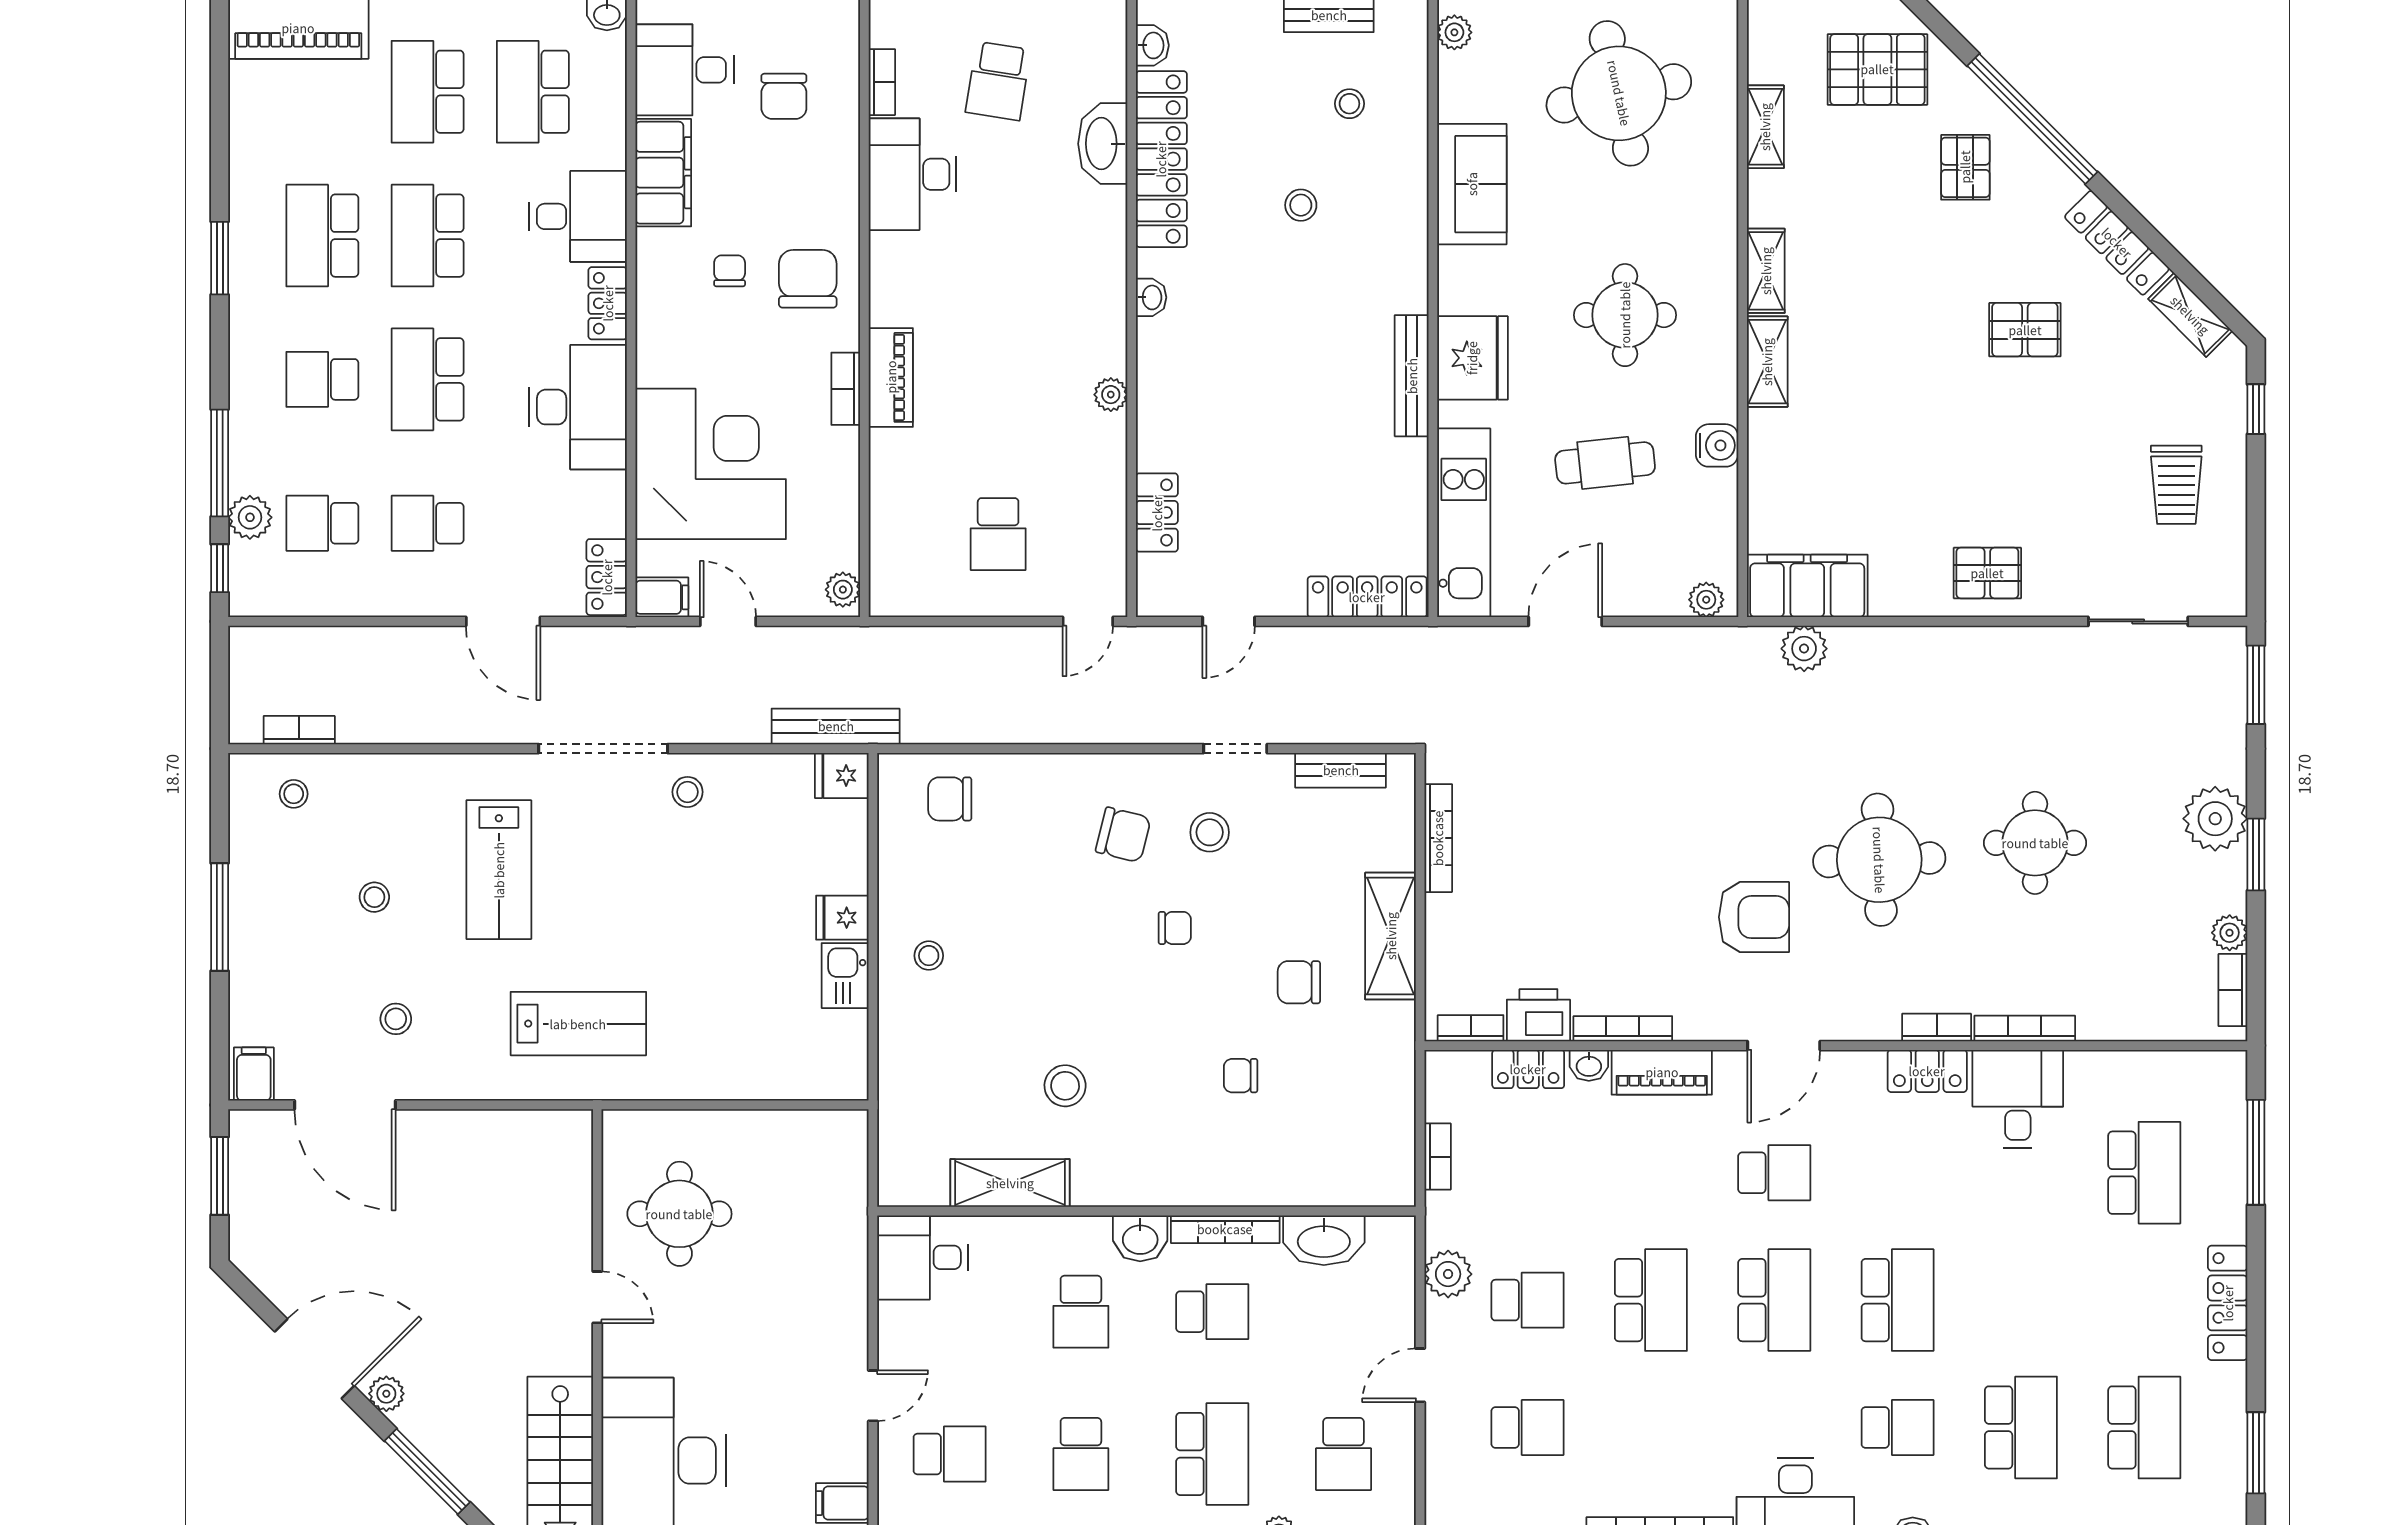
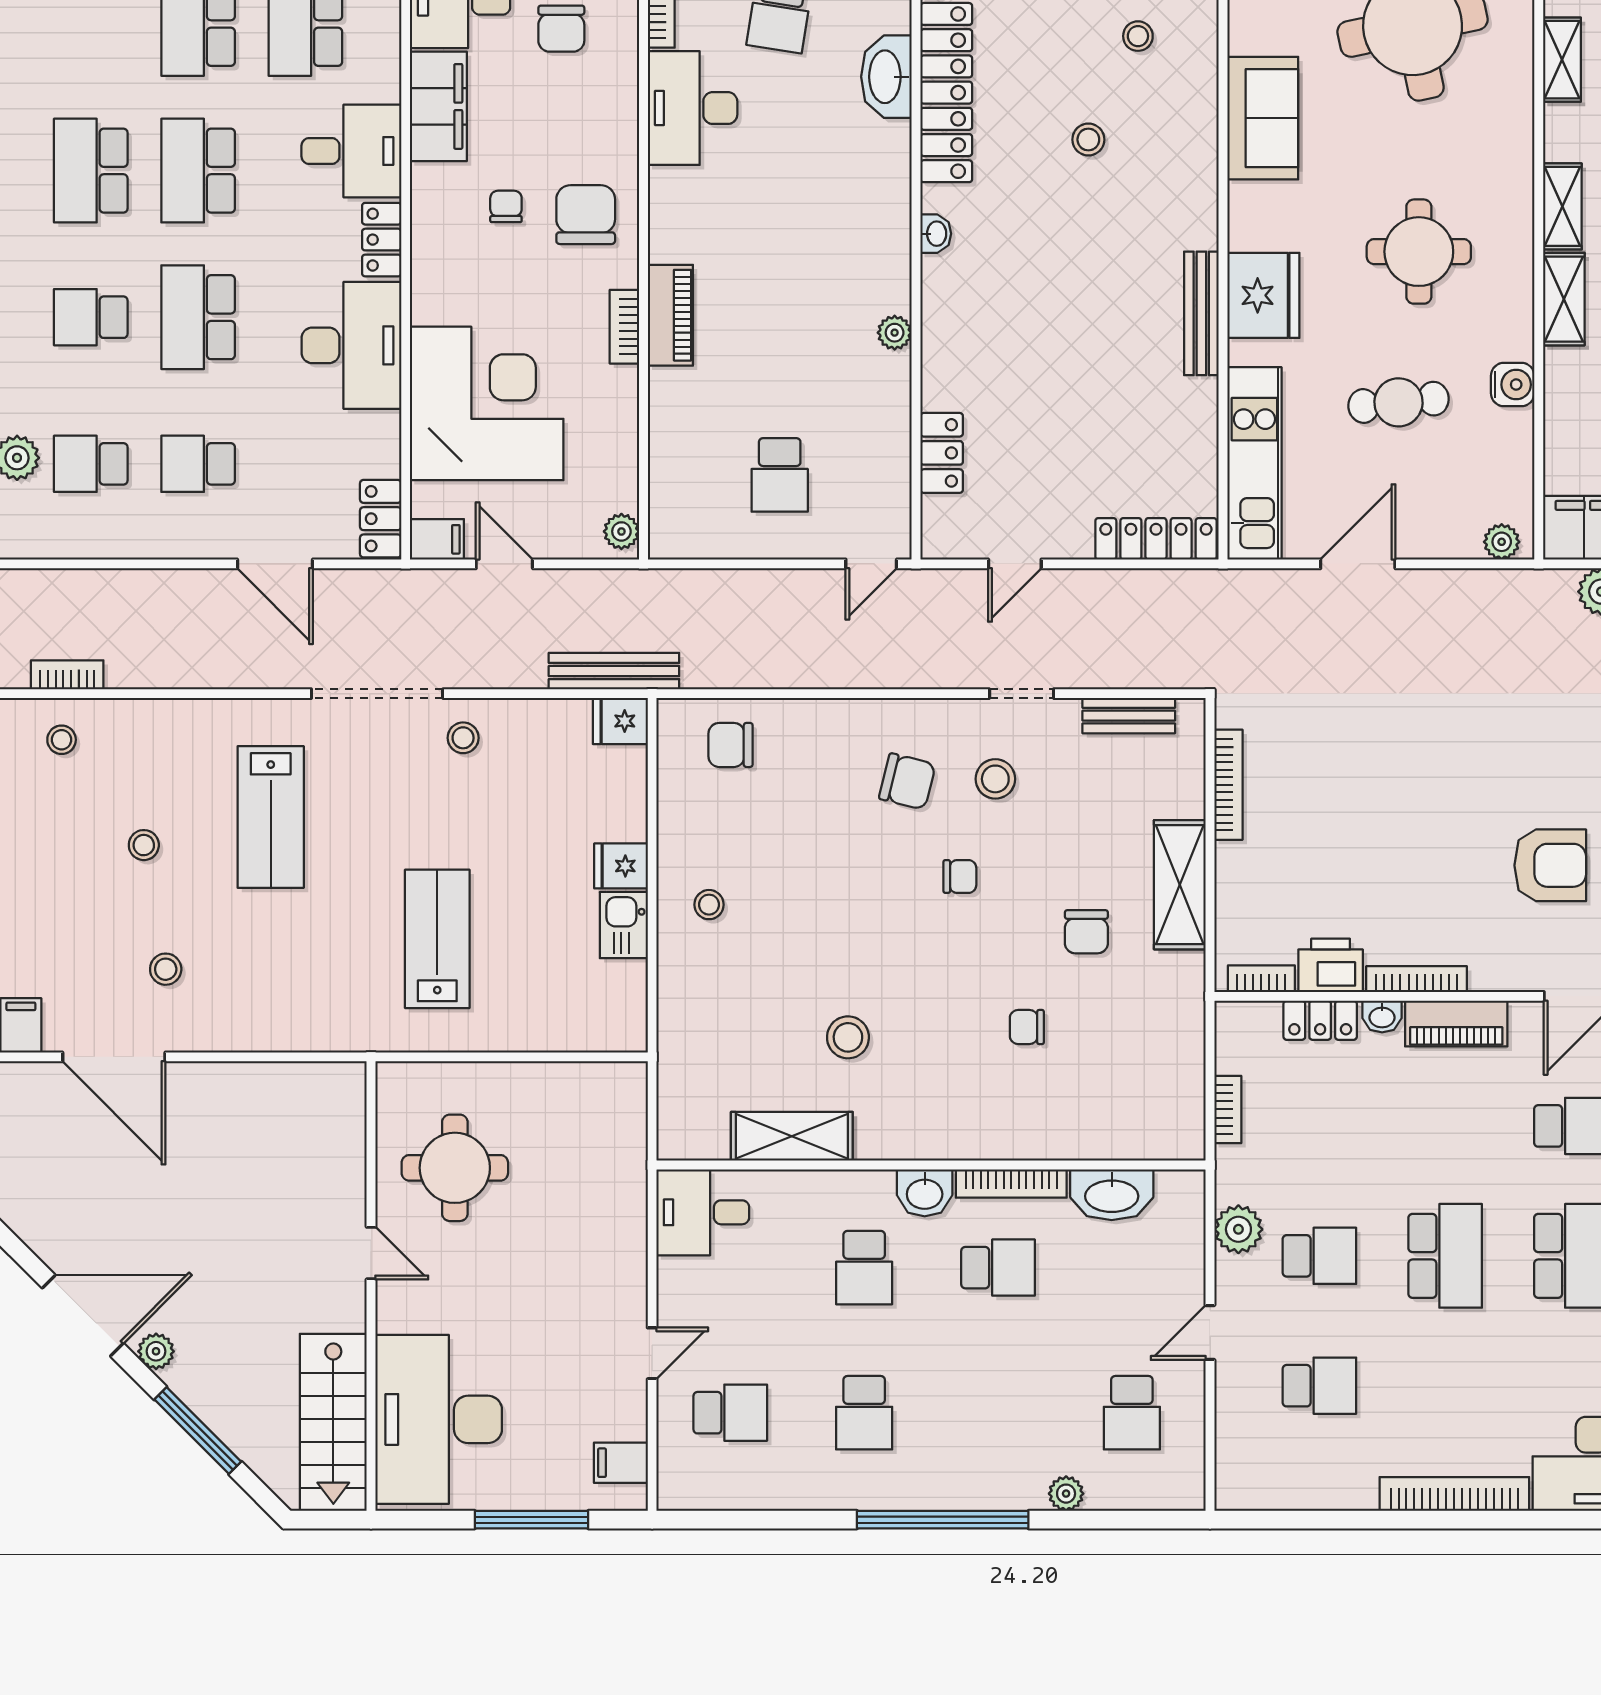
chair: (1299, 982) -> (1086, 932), turned -90
lab bench: (578, 1024) -> (437, 939), moved, turned -90
school desk: (1212, 1454) -> (998, 1413), removed

